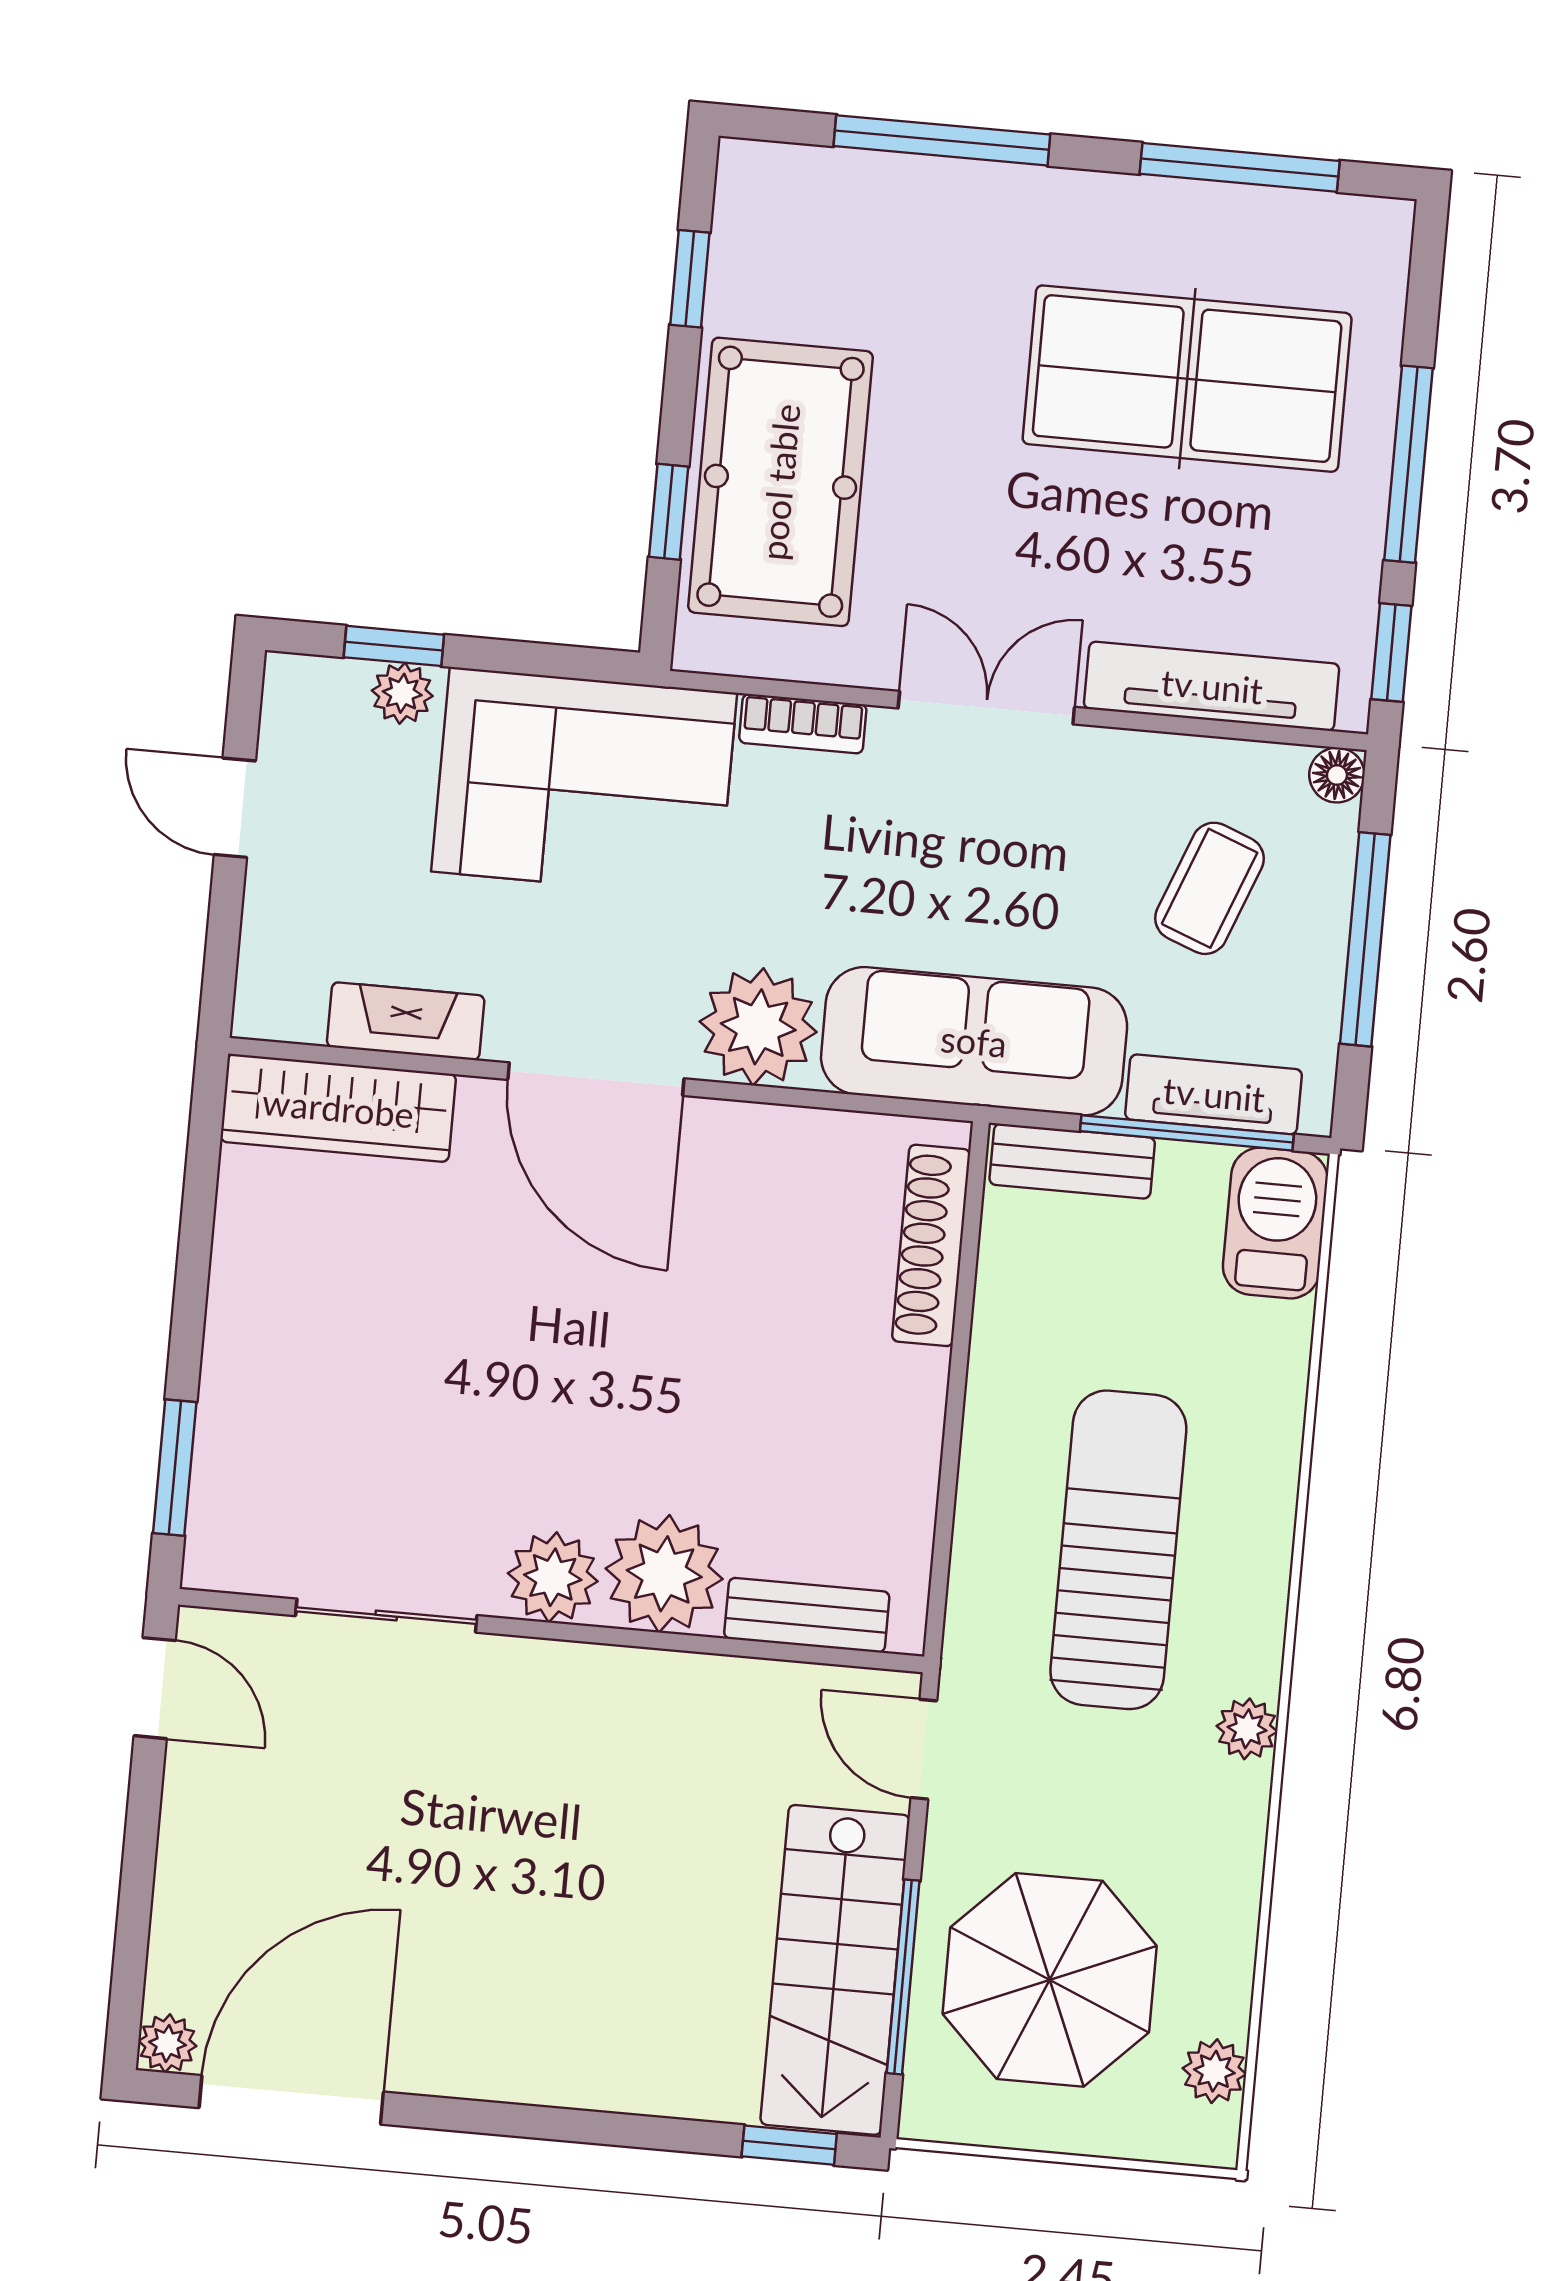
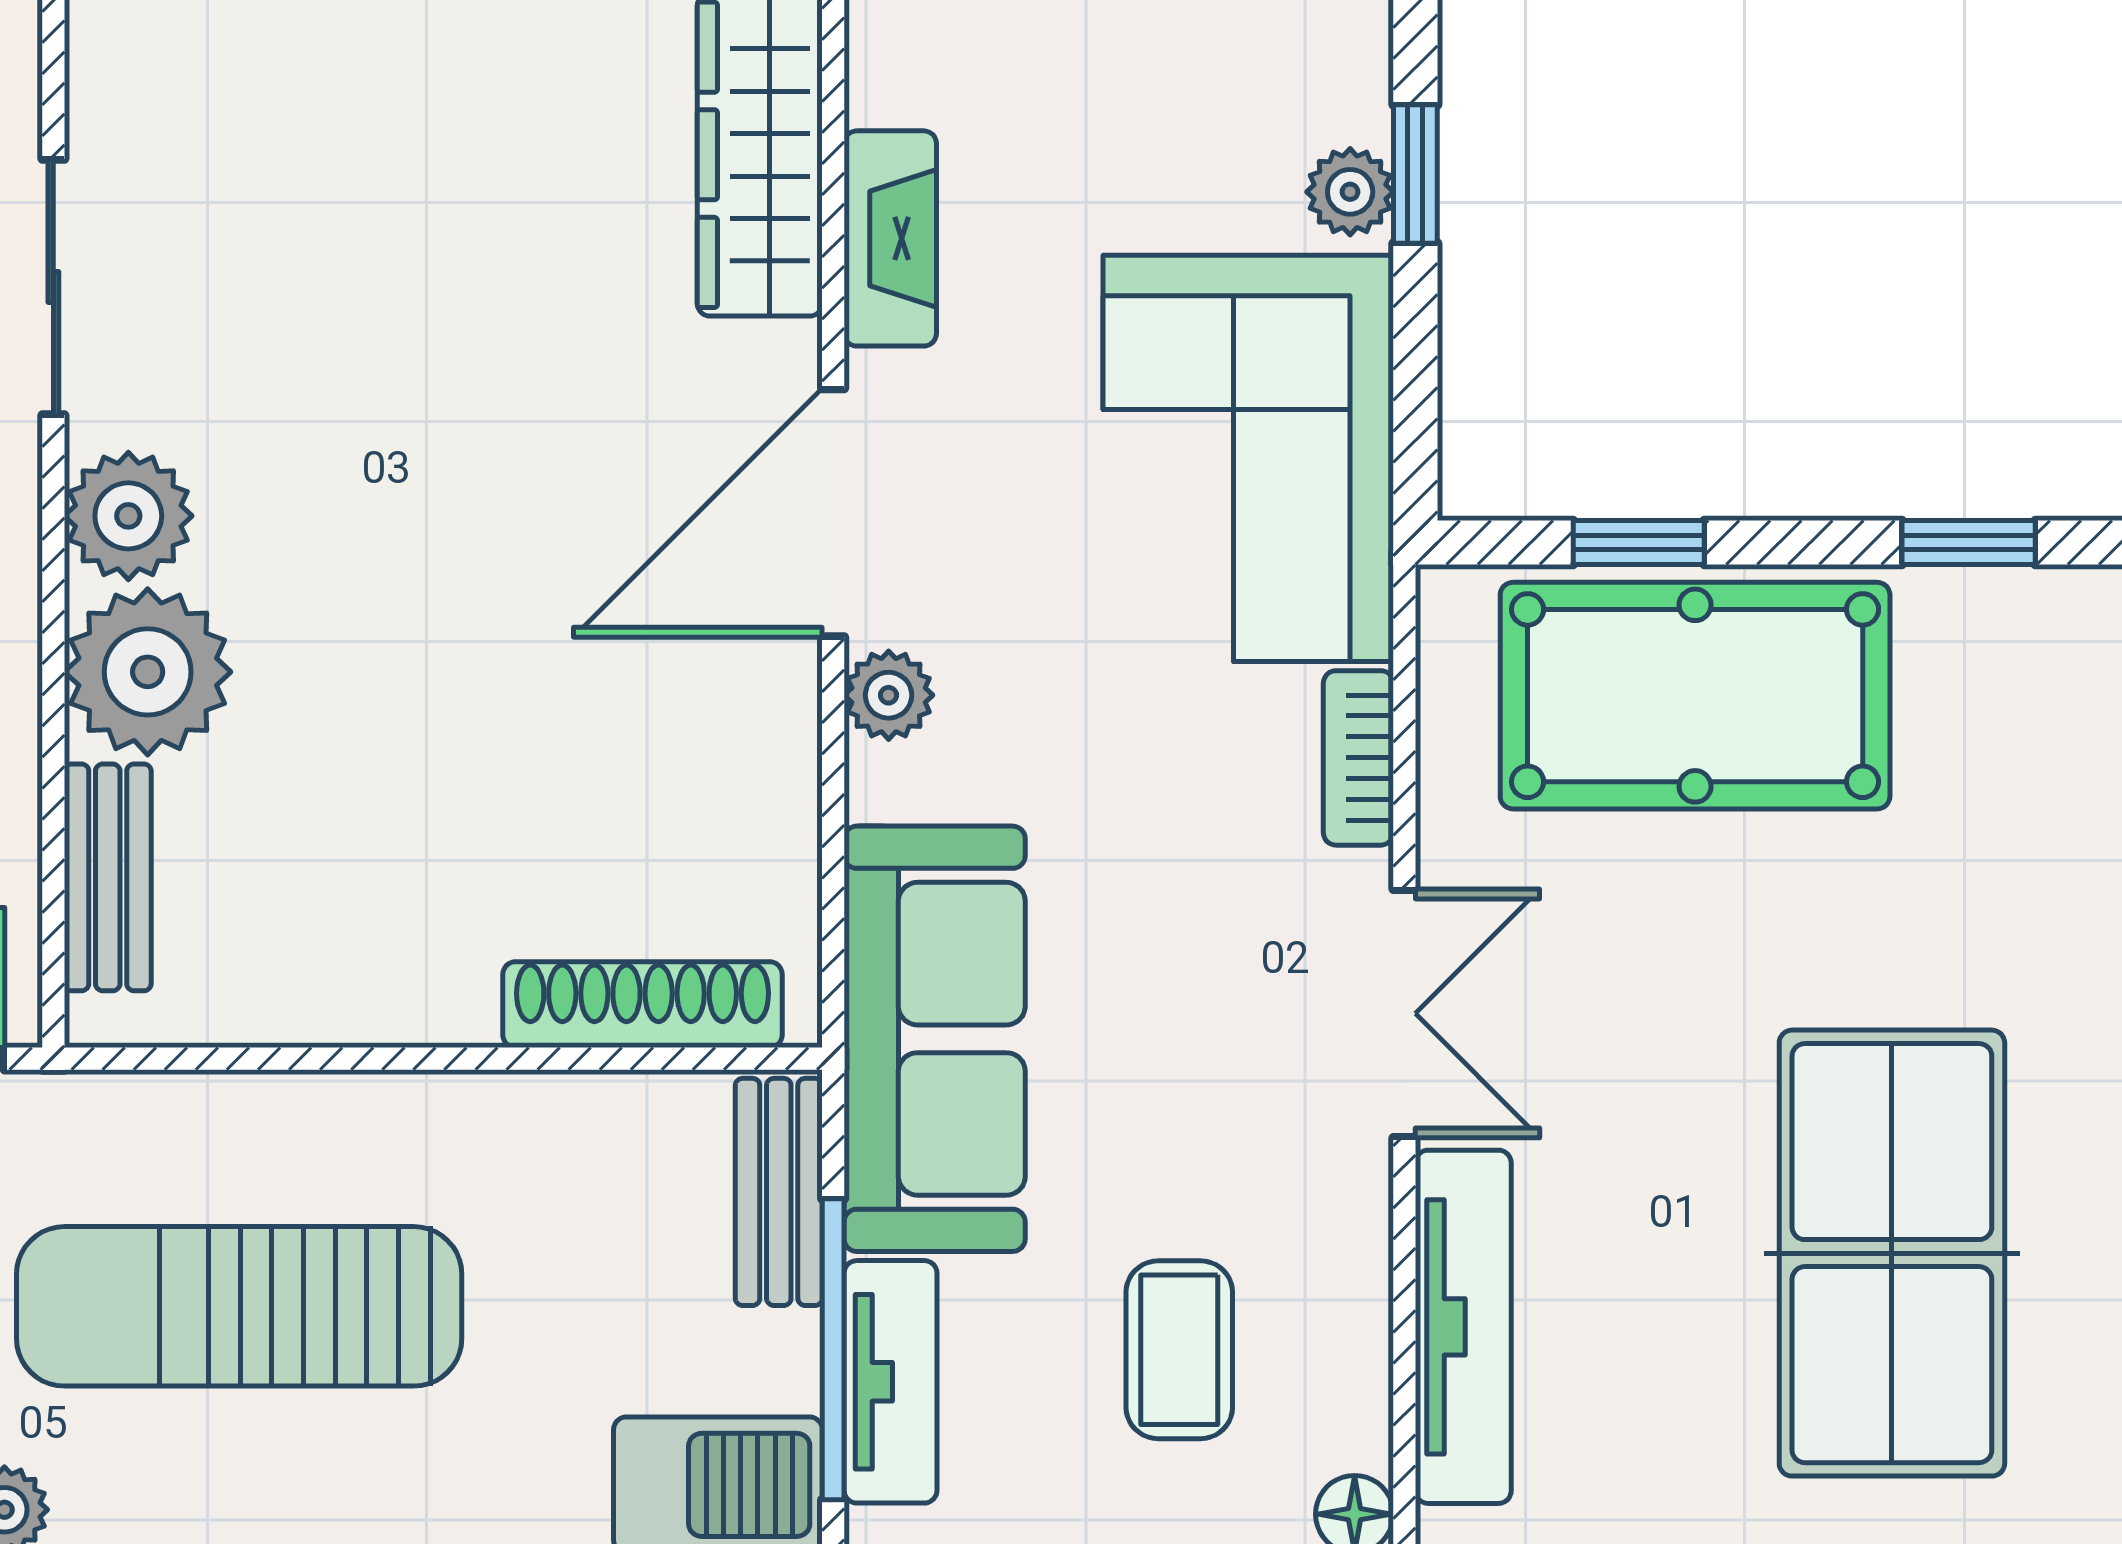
coffee table: (1209, 888) -> (1179, 1350), turned 69
plant: (758, 1027) -> (889, 695), width x0.53, depth x0.53
sun lounger: (1118, 1550) -> (239, 1306), turned 180

